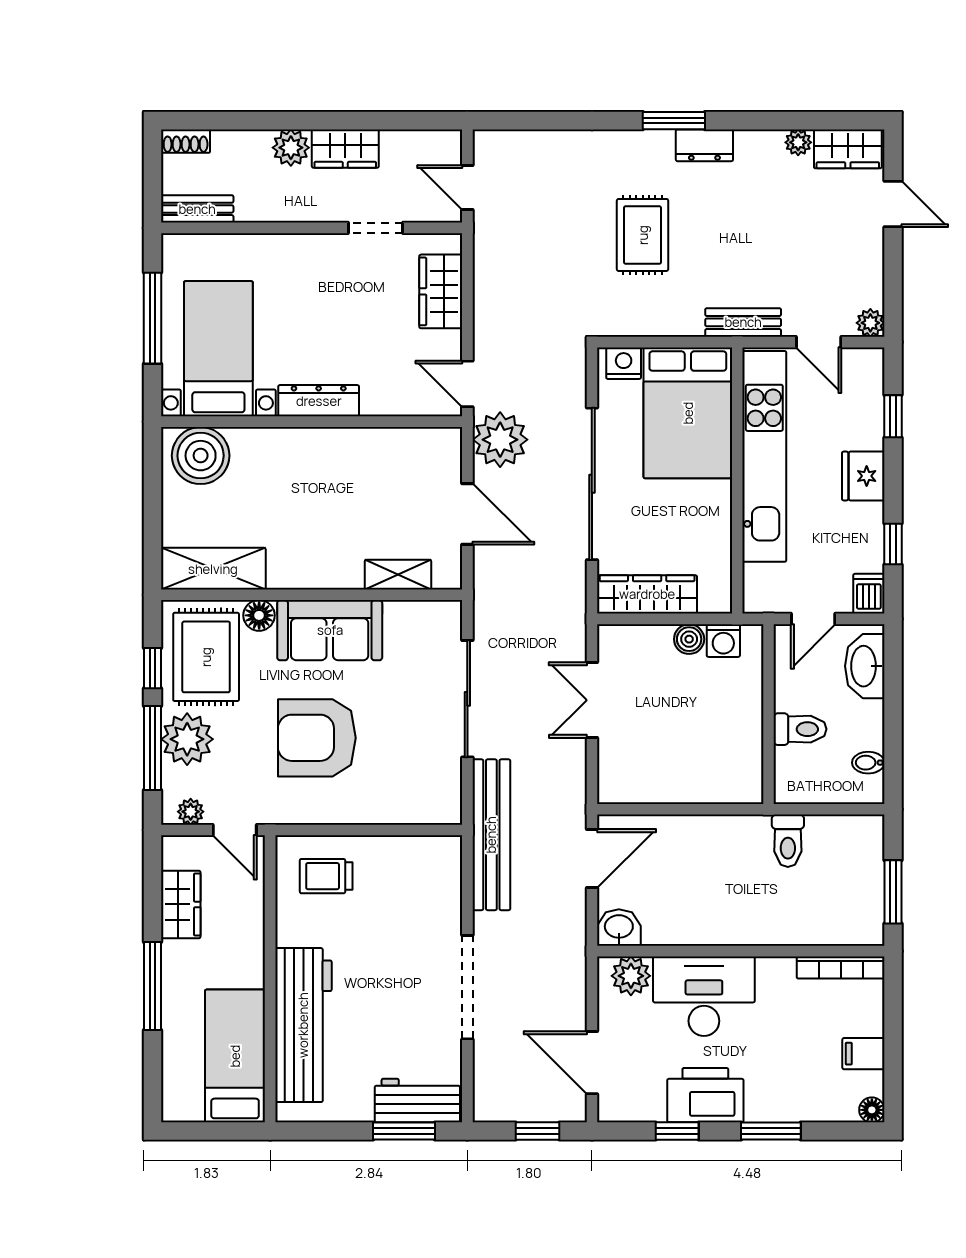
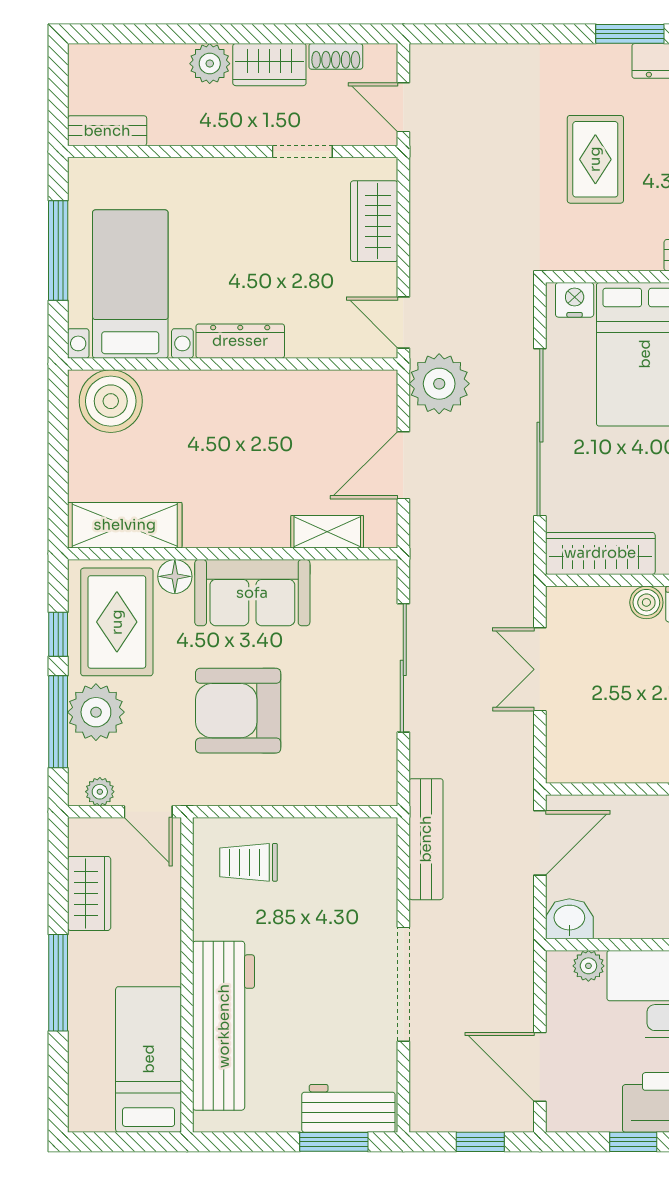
shoe rack: (186, 141) -> (336, 56), moved
door: (467, 514) -> (403, 465), swing flipped
bench: (491, 835) -> (426, 839), width x0.73, depth x0.82
plant: (631, 976) -> (588, 966), width x0.73, depth x0.73

